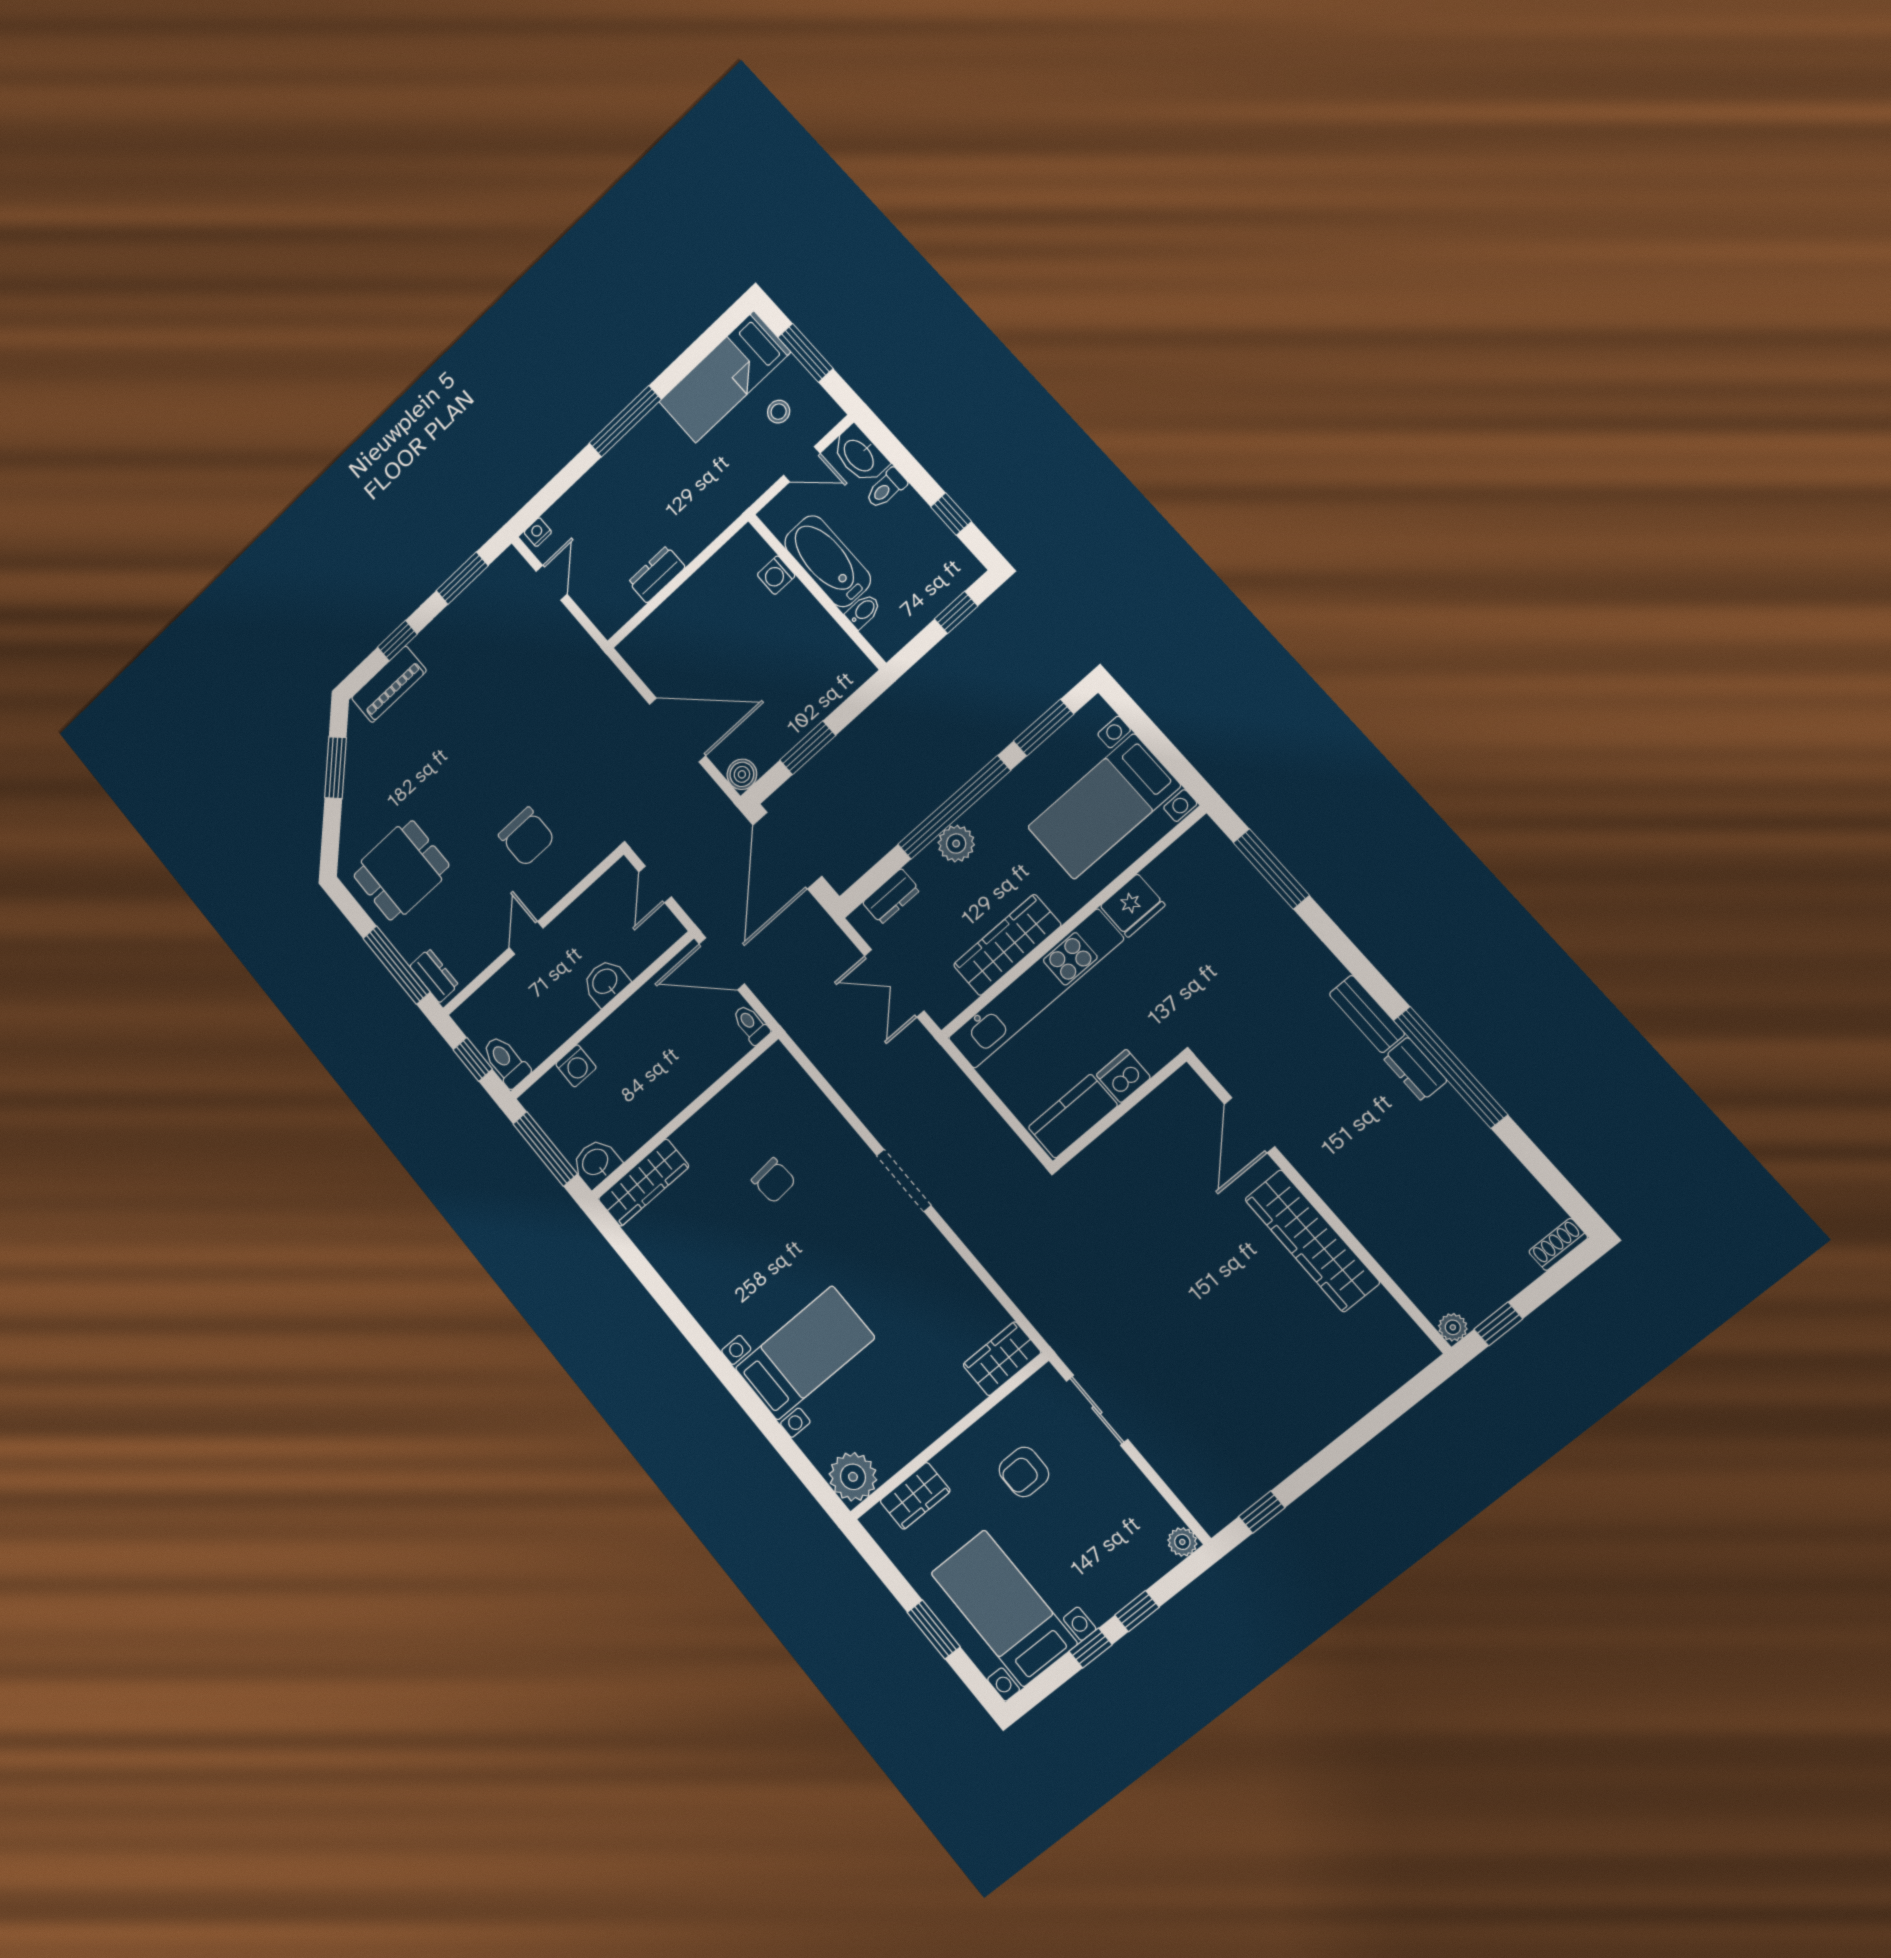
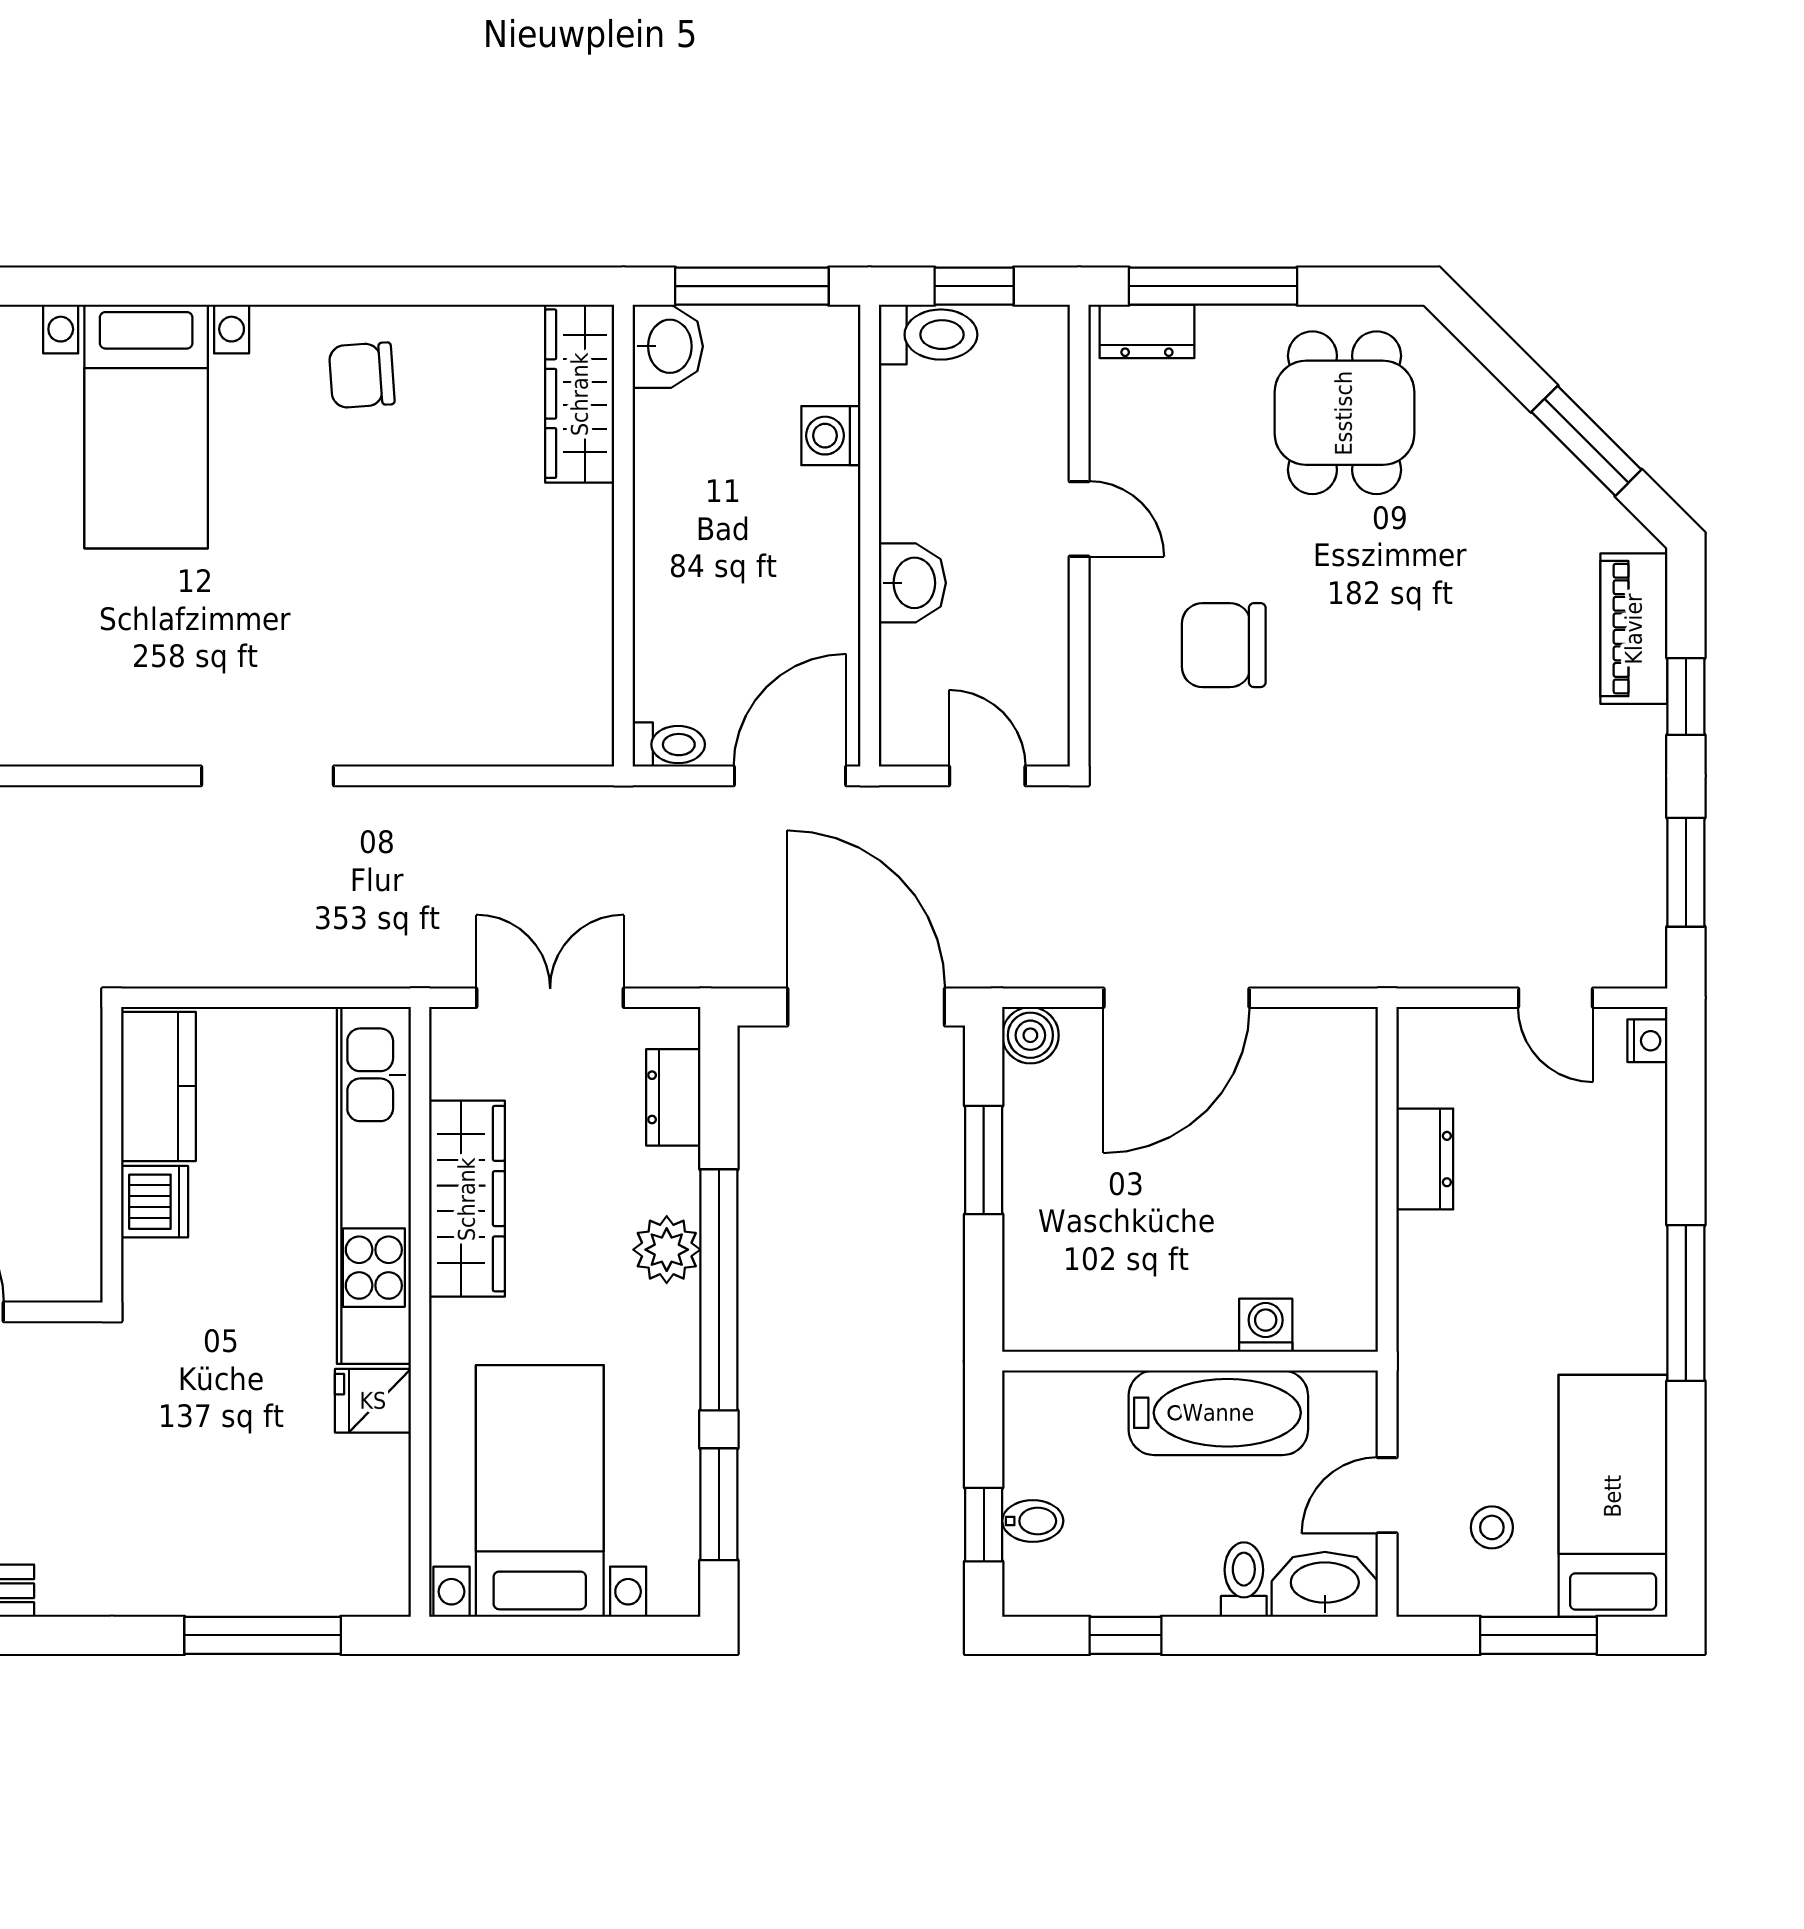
bidet: (863, 611) -> (1033, 1521), moved, turned -90
fridge: (1133, 906) -> (373, 1401), width x0.72
chair: (774, 1180) -> (362, 375), moved

